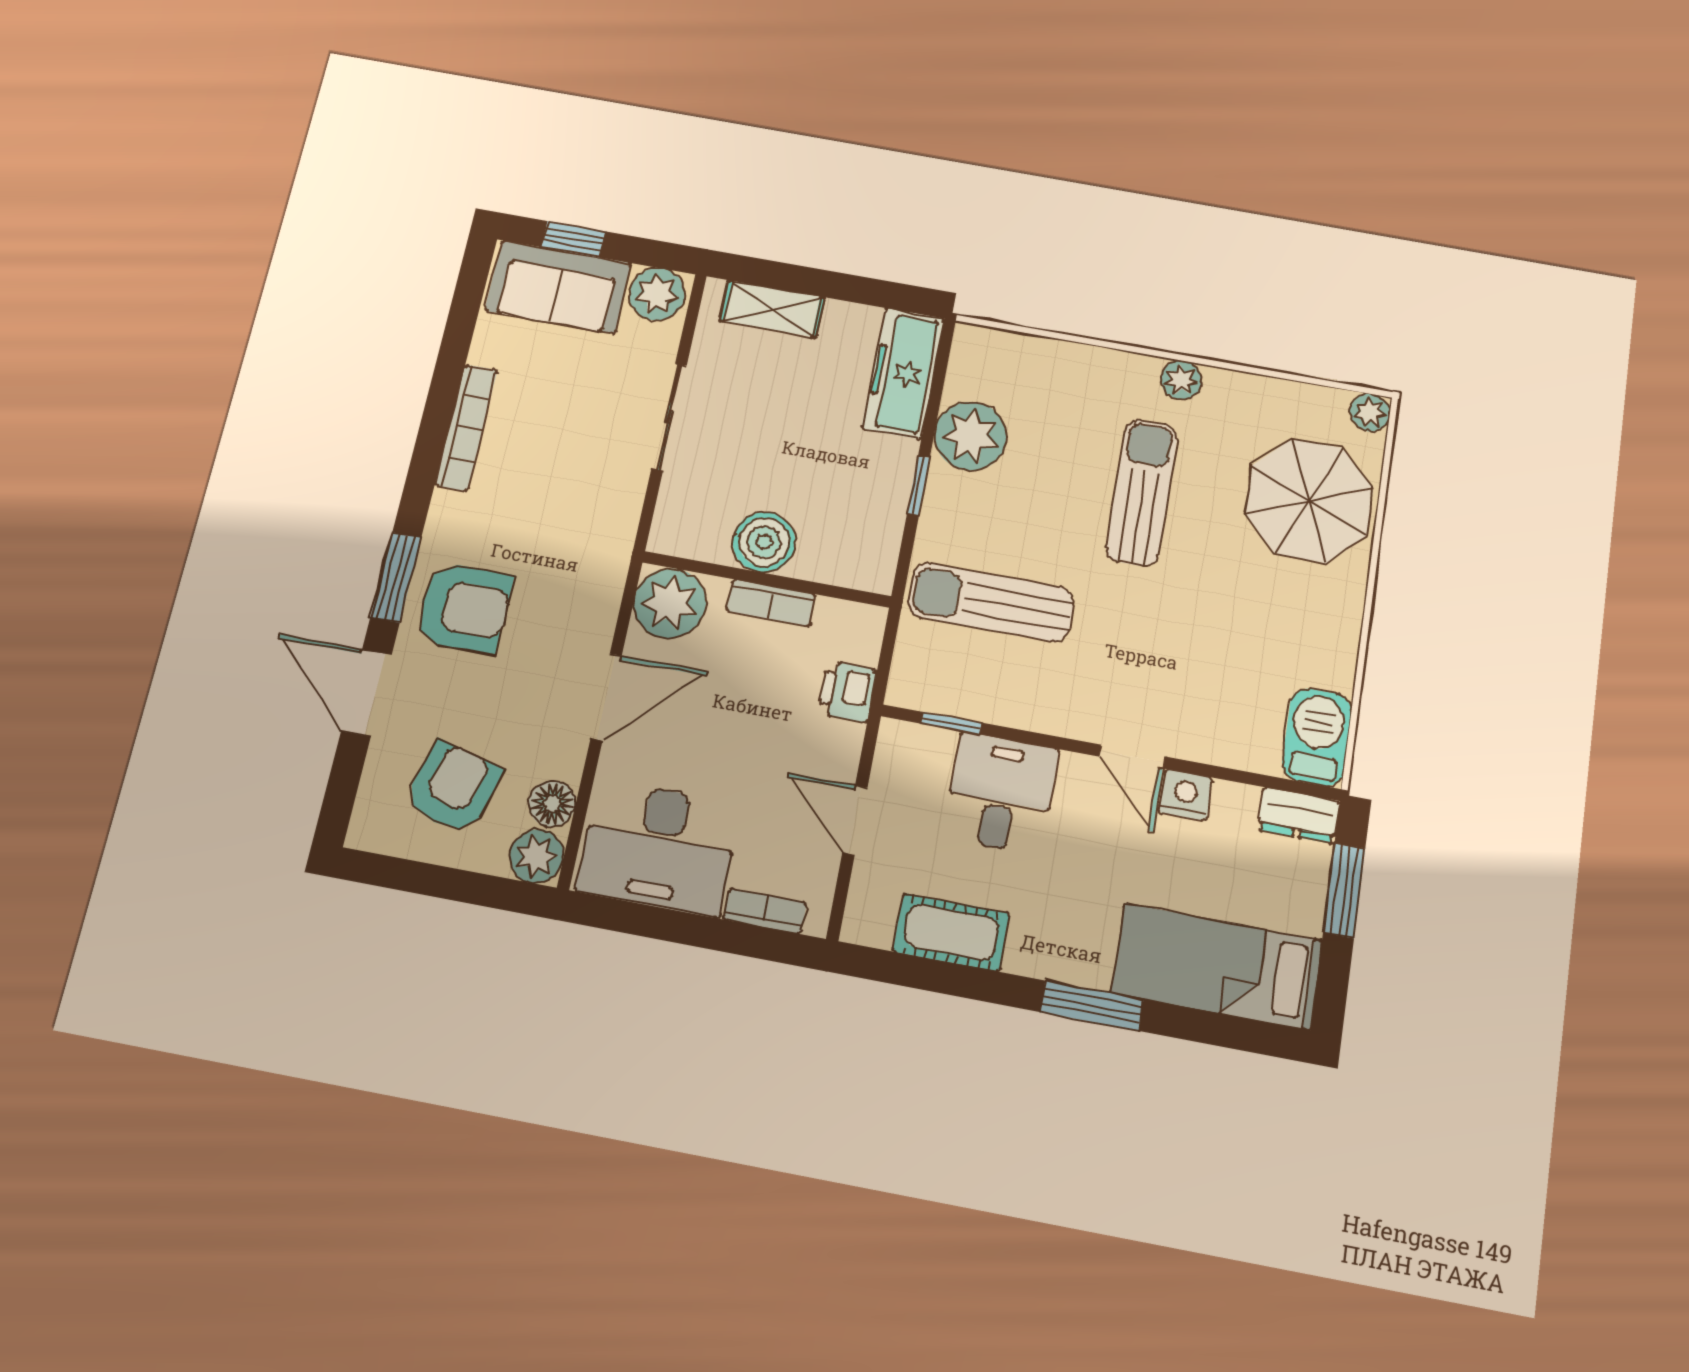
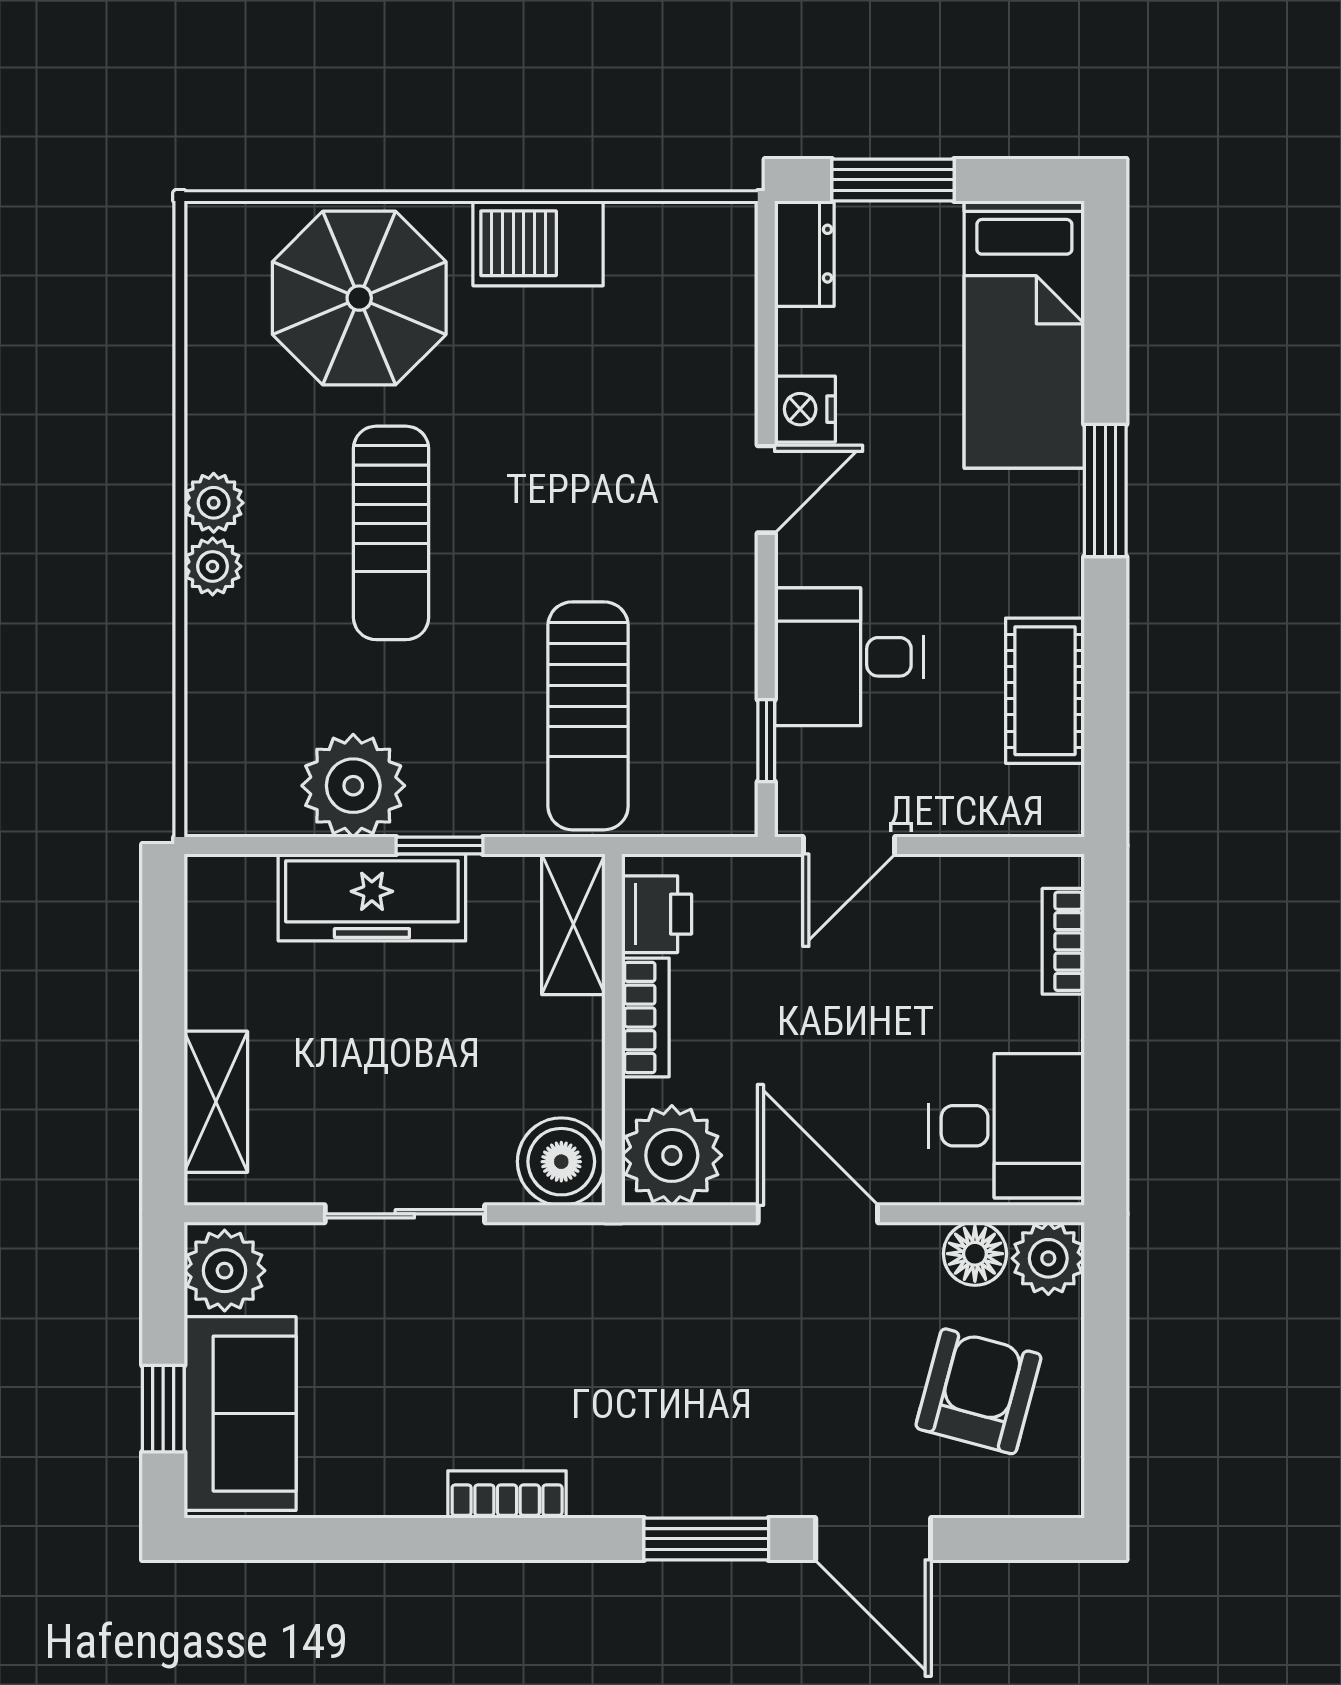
freezer: (903, 373) -> (372, 897), moved
plant: (1370, 413) -> (213, 566), moved
bookcase: (466, 427) -> (507, 1494), width x0.64
sun lounger: (1142, 492) -> (391, 533), turned -90
boiler: (764, 542) -> (561, 1162), moved
shelving: (846, 566) -> (573, 924), added
armchair: (464, 608) -> (732, 1436), removed
printer: (847, 692) -> (657, 914), moved, turned -90
door: (366, 693) -> (873, 1539), hinge flipped
barbecue: (1317, 737) -> (538, 243), moved
armchair: (453, 788) -> (978, 1391), turned 90
door: (855, 820) -> (849, 846), moved
desk: (659, 848) -> (1007, 1126), width x0.73

